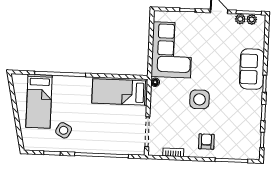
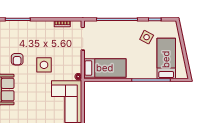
armchair: (206, 142) -> (17, 59), moved

